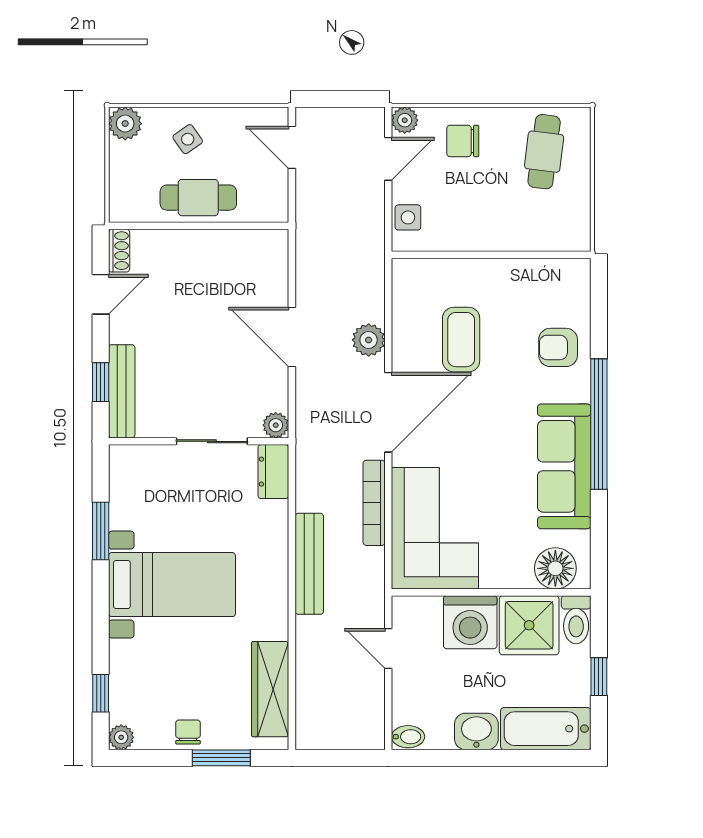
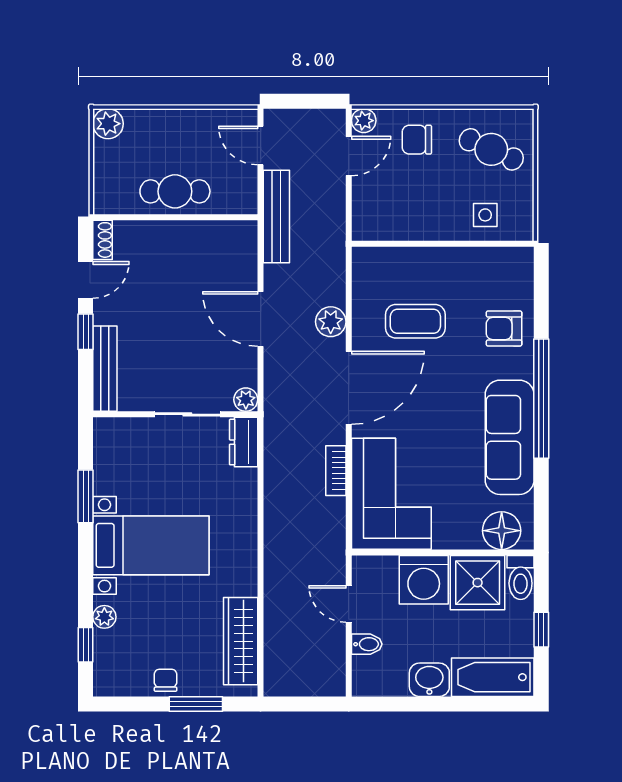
side table: (188, 139) -> (165, 138), removed
cafe table: (544, 152) -> (491, 149), turned -73
side table: (408, 217) -> (485, 215), moved
coffee table: (461, 340) -> (415, 321), turned 90
window: (101, 382) -> (86, 332), moved
bookcase: (374, 503) -> (336, 471), width x0.64
bench: (309, 564) -> (276, 217), moved
plant: (121, 737) -> (104, 617), moved
bidet: (408, 737) -> (367, 644), moved

